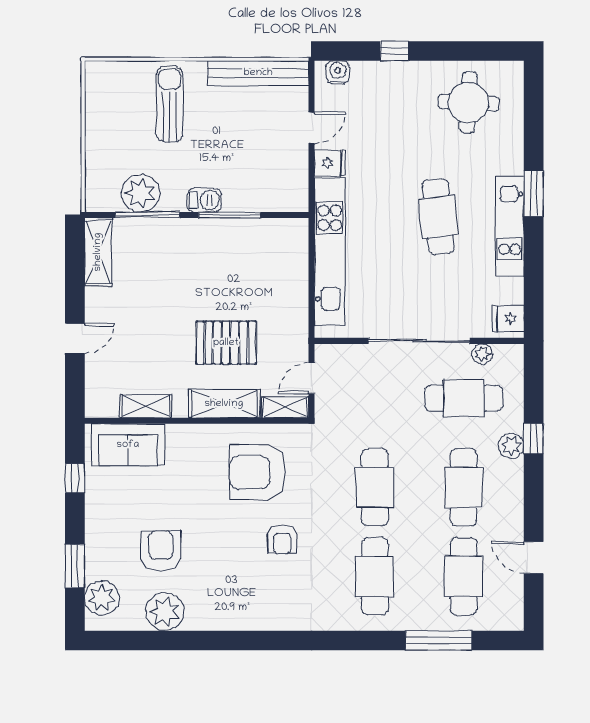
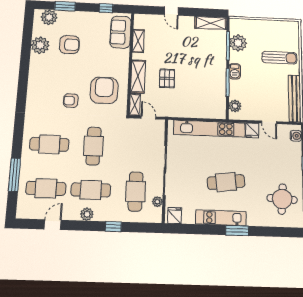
plant: (279, 199) -> (235, 106), added
pallet: (226, 343) -> (167, 78), width x0.67, depth x0.71
plant: (511, 446) -> (87, 214), moved
cafe table: (375, 487) -> (93, 146), turned 90

